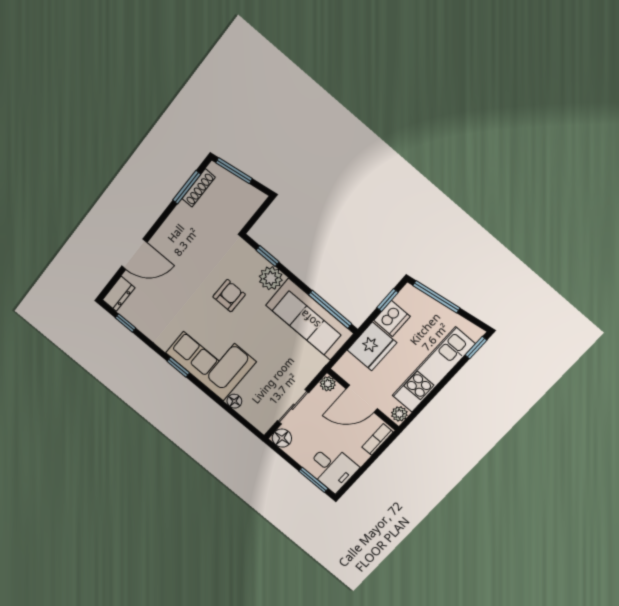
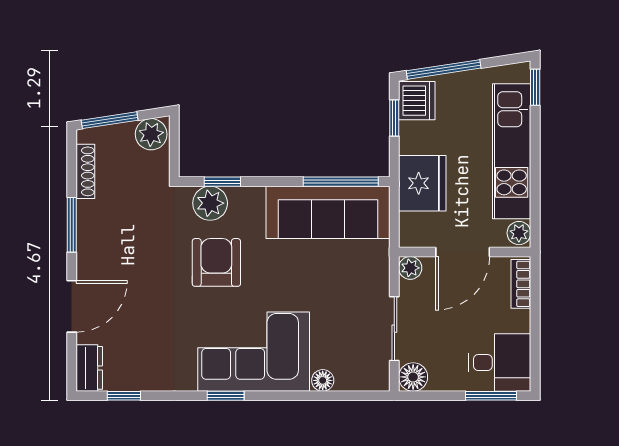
window: (187, 187) -> (72, 225), moved
plant: (250, 198) -> (151, 134), added
plant: (271, 278) -> (210, 203), moved
armchair: (229, 296) -> (216, 262), width x1.38, depth x1.38
dishwasher: (392, 318) -> (417, 101), moved

